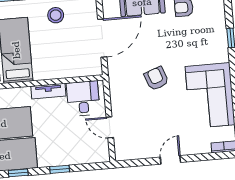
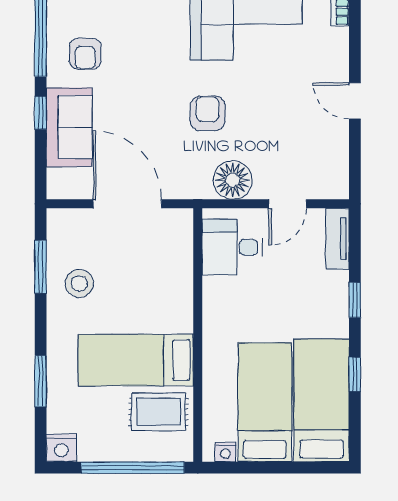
armchair: (156, 79) -> (208, 113), turned 110
tv unit: (48, 91) -> (337, 239), moved, turned 180
floor lamp: (121, 96) -> (233, 180), added

